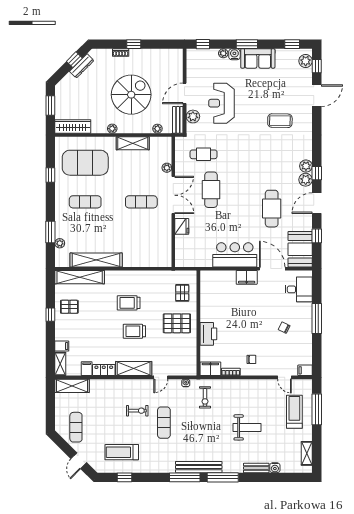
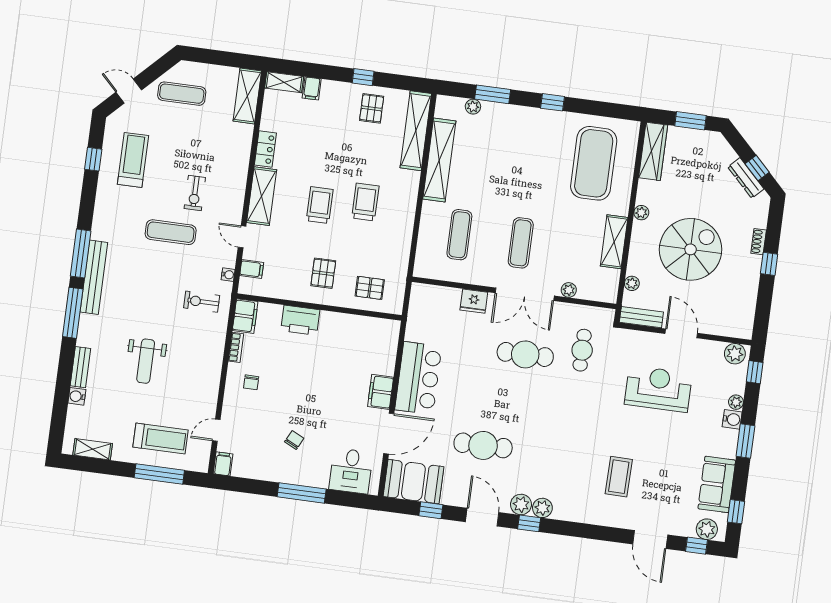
sofa: (258, 58) -> (717, 484), moved
spiral stairs: (131, 95) -> (691, 249), turned -90
plant: (193, 117) -> (735, 354), moved
window: (50, 175) -> (553, 102), moved
exercise mat: (85, 202) -> (459, 235), moved
pallet: (177, 323) -> (323, 273), width x0.67, depth x0.71
filing cabinet: (87, 369) -> (252, 269), moved

